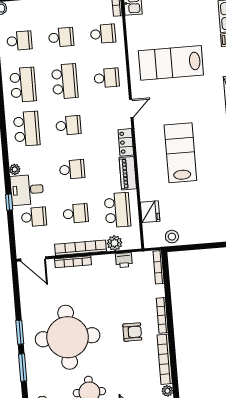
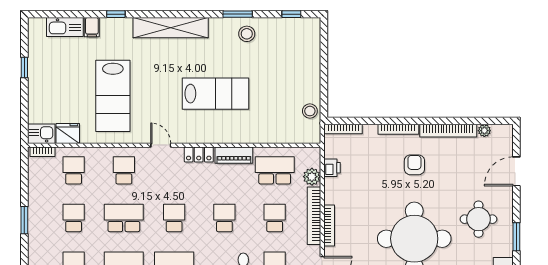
lab bench: (180, 153) -> (216, 94), turned 180
fridge: (150, 212) -> (68, 133), moved

